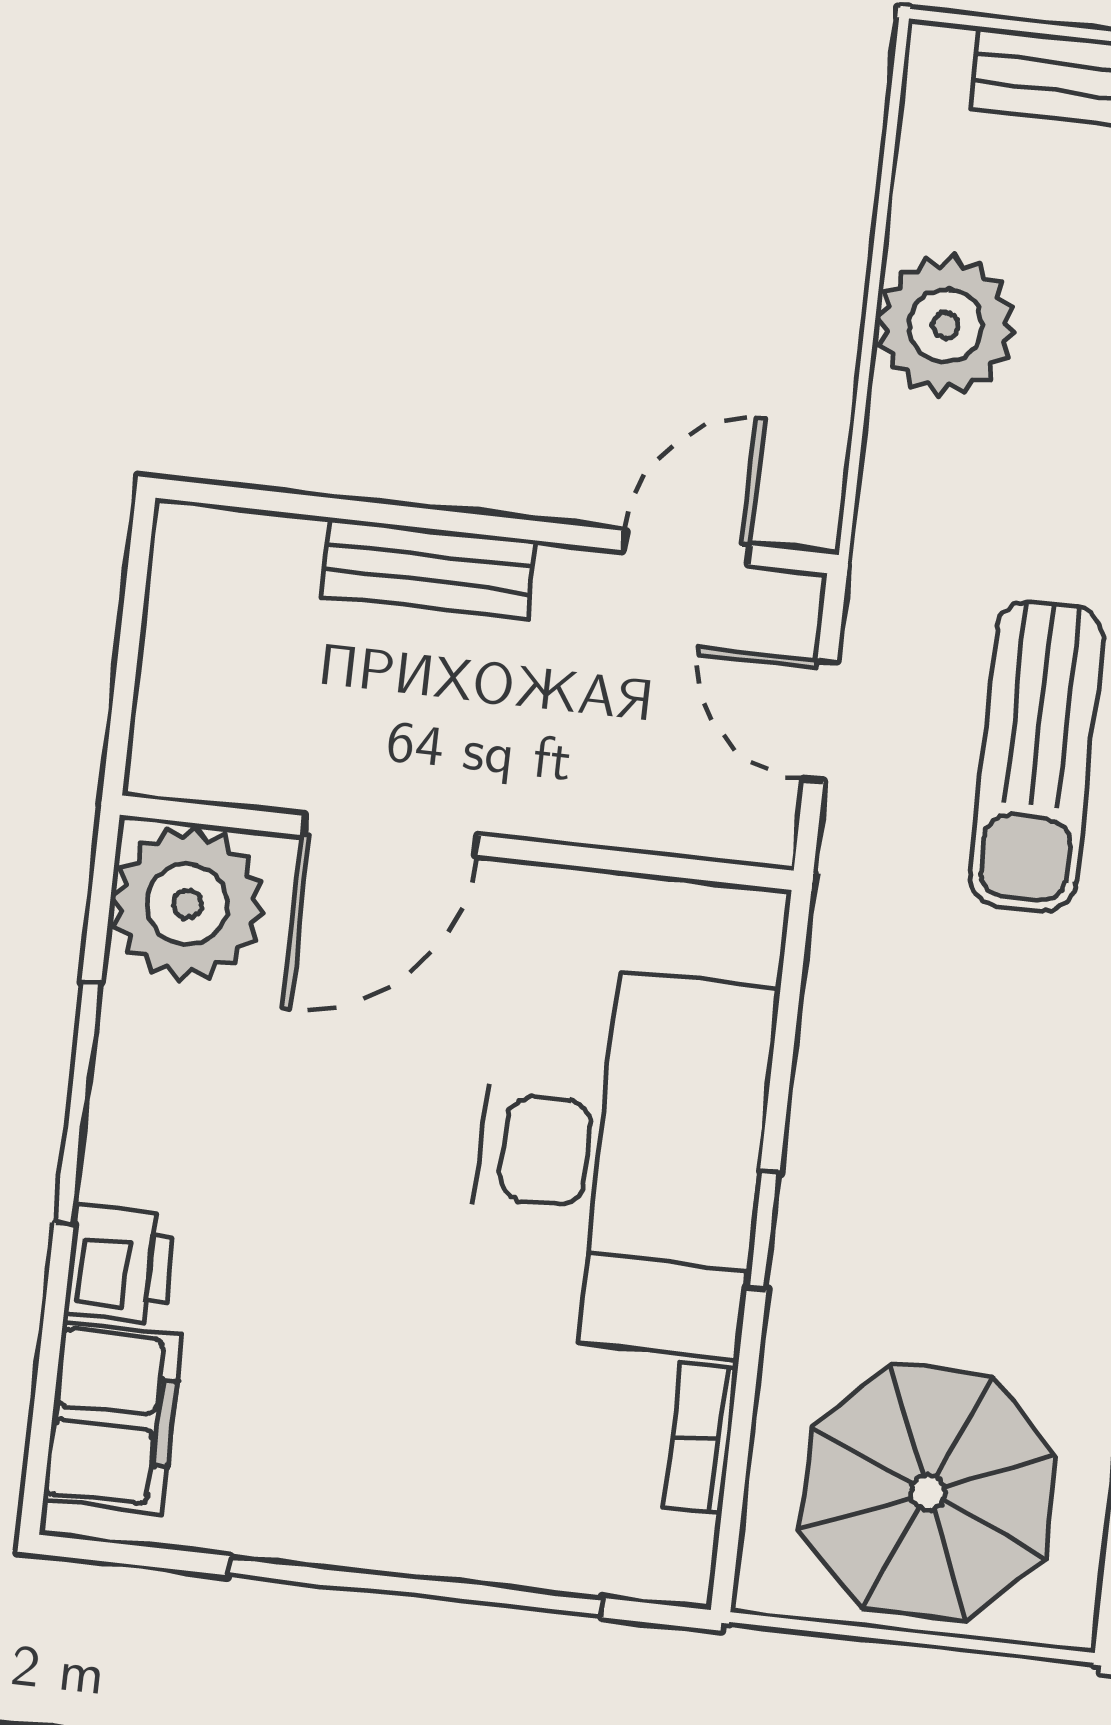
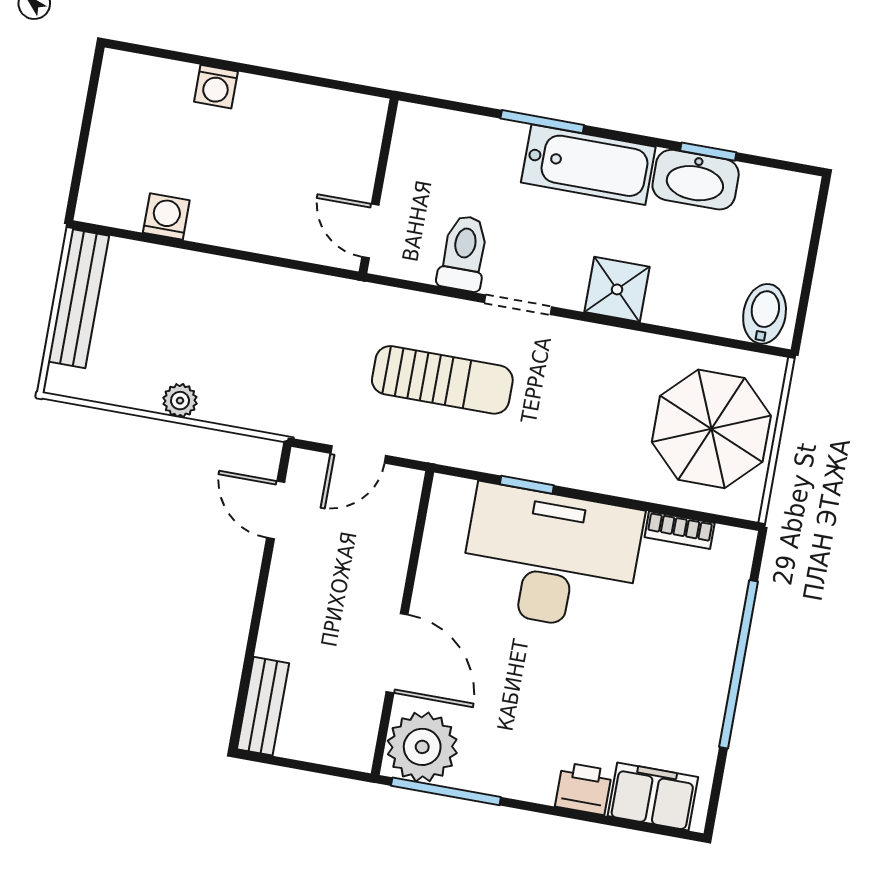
plant: (945, 326) -> (180, 401), width x0.53, depth x0.53
bench: (429, 568) -> (263, 706), moved
sun lounger: (1036, 756) -> (442, 380), moved
window: (78, 1103) -> (446, 791), moved
window: (763, 1230) -> (527, 485), moved

